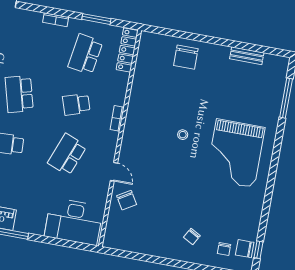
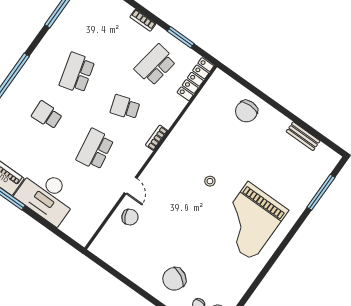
school desk: (67, 155) -> (95, 149), turned -30
chair: (127, 200) -> (130, 217), turned -84
desk: (74, 221) -> (47, 196), moved
chair: (192, 236) -> (174, 279), width x1.87, depth x1.87

